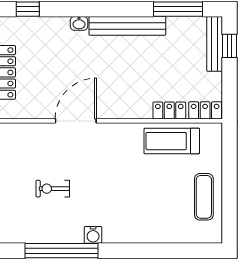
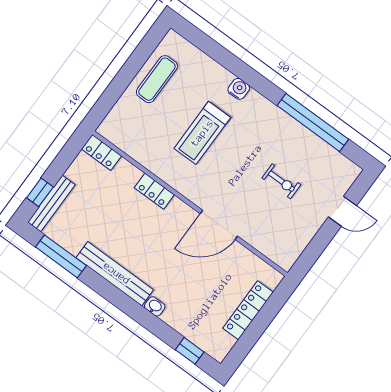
locker: (169, 110) -> (154, 191), moved
treadmill: (172, 141) -> (202, 133), moved, turned 90
water cooler: (93, 235) -> (239, 89), moved

